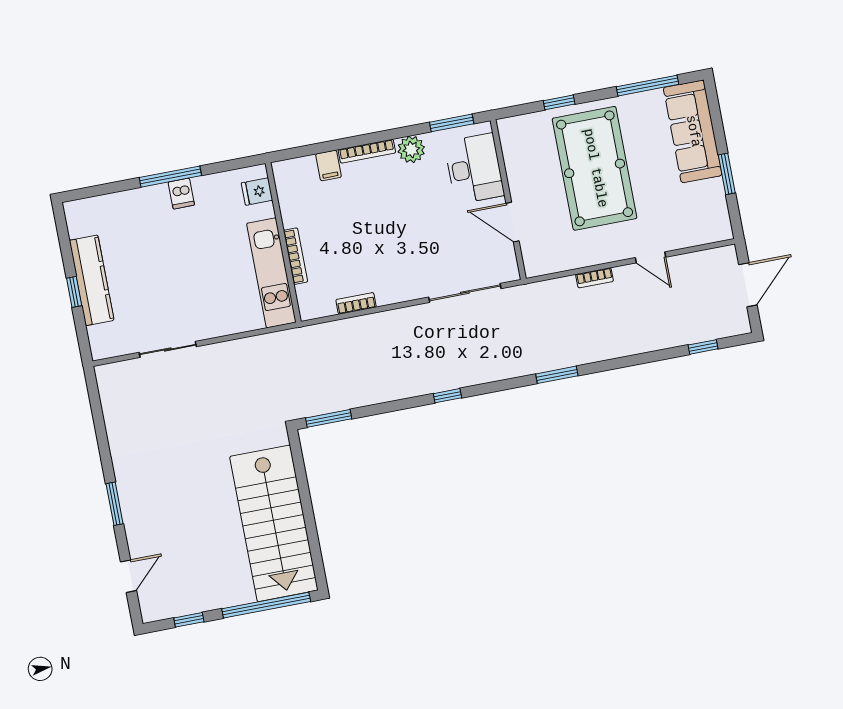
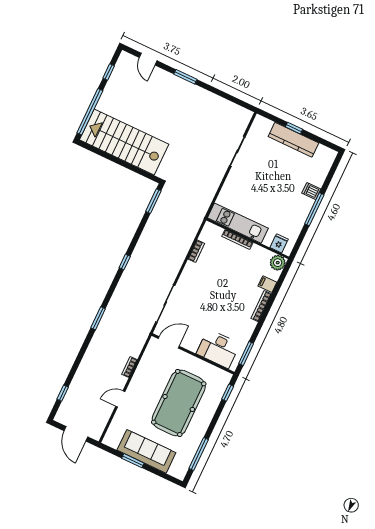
window: (559, 102) -> (228, 393), moved
sofa: (693, 131) -> (146, 451), moved
plant: (411, 149) -> (278, 263), moved
pool table: (595, 168) -> (179, 403), turned 90
dishwasher: (181, 194) -> (311, 191), moved
door: (513, 222) -> (169, 342), moved

